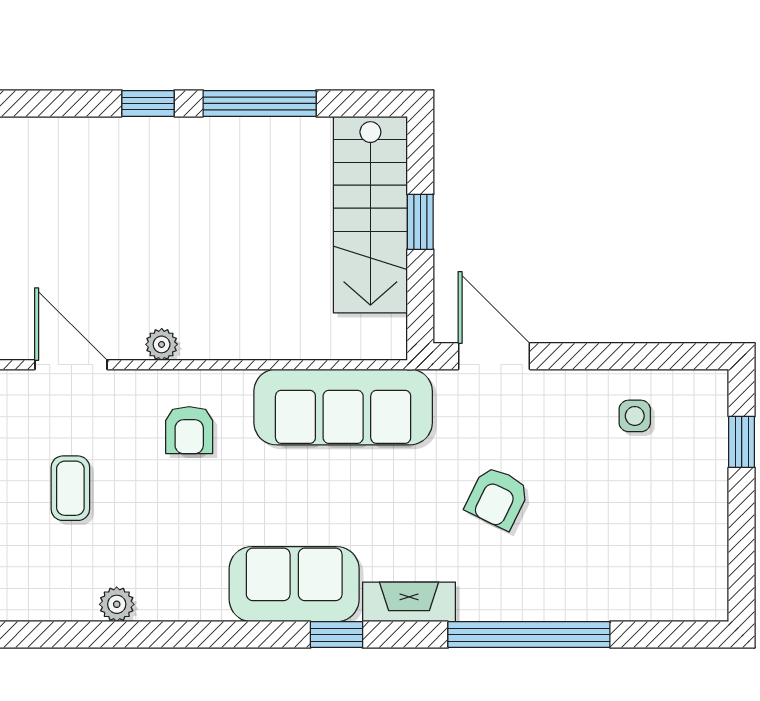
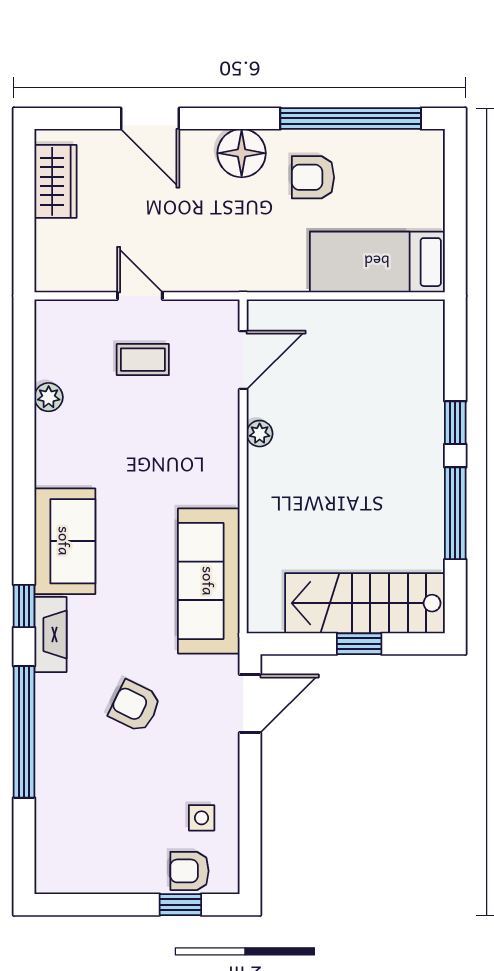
armchair: (189, 430) -> (189, 871), moved
window: (337, 635) -> (24, 606), moved

